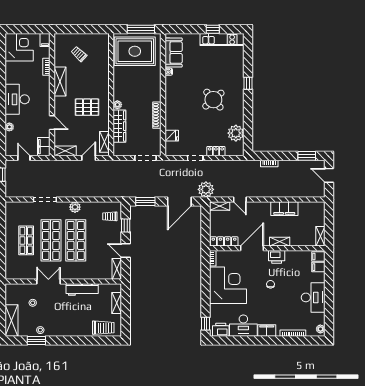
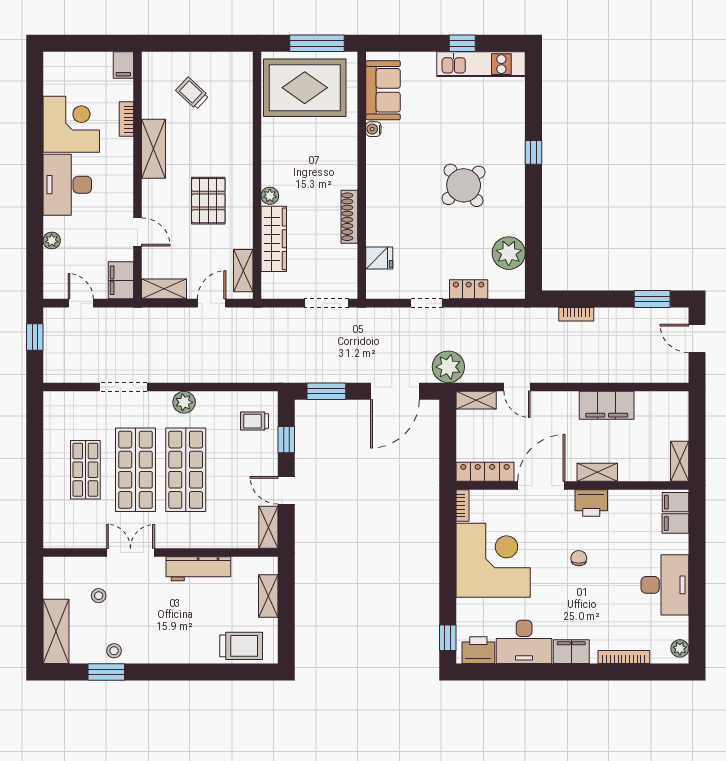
corner desk: (19, 47) -> (71, 124), moved
pallet: (87, 107) -> (208, 201), turned 90

